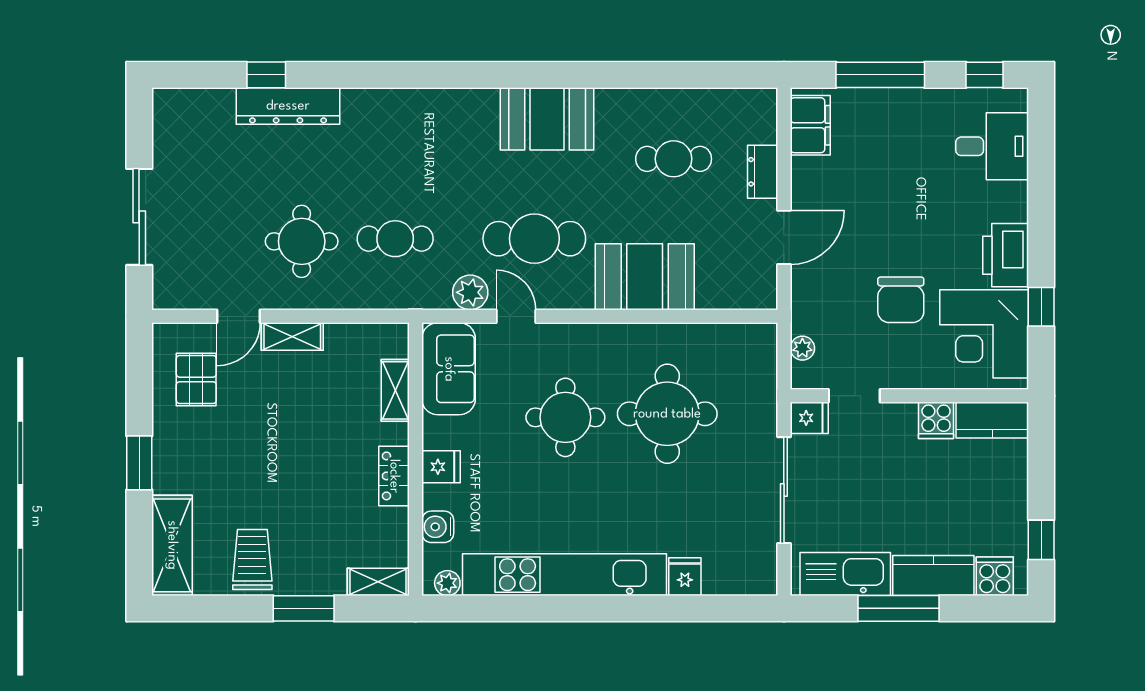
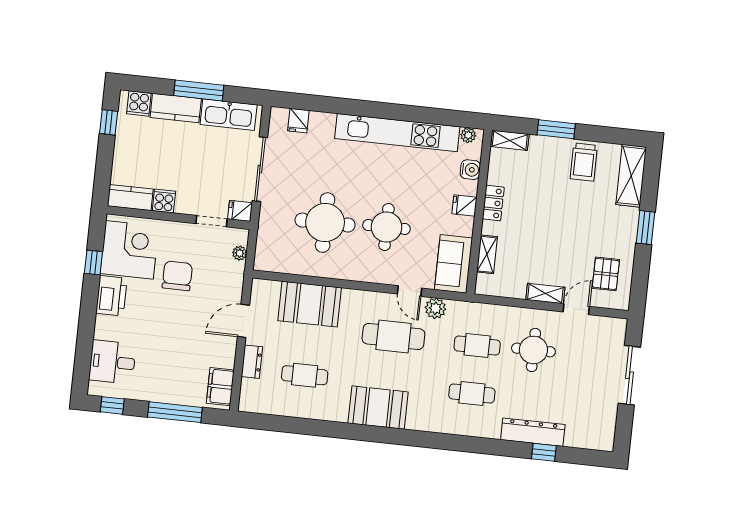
cafe table: (395, 159) -> (472, 393), added
booth: (645, 277) -> (310, 304), moved
fridge: (685, 577) -> (298, 121), moved

